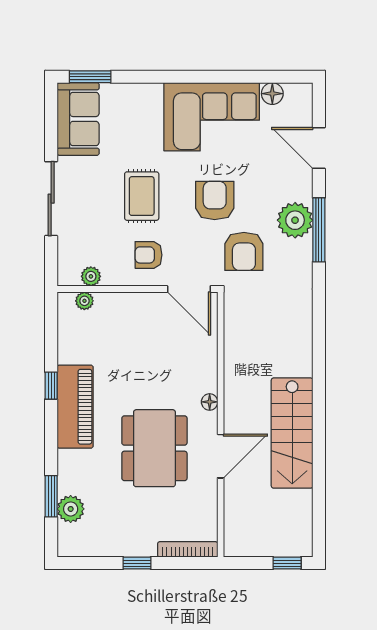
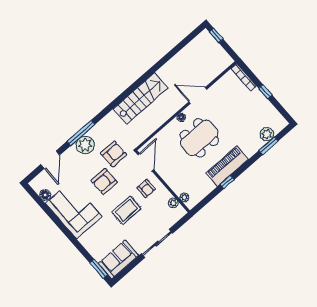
stairs: (292, 433) -> (141, 98), moved
dining table: (154, 448) -> (199, 138), moved

